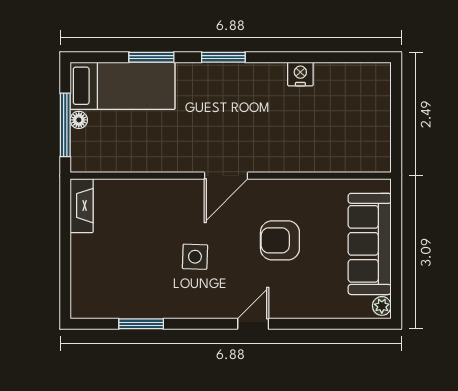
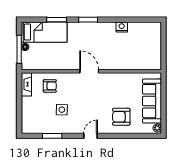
door: (226, 176) -> (89, 71), swing flipped
armchair: (136, 209) -> (50, 86), added
armchair: (280, 240) -> (121, 117), moved
side table: (195, 257) -> (62, 110), moved
door: (253, 324) -> (91, 136), moved

